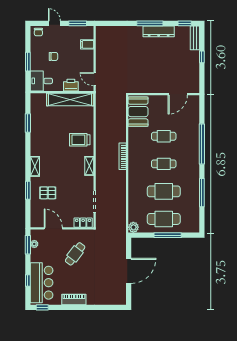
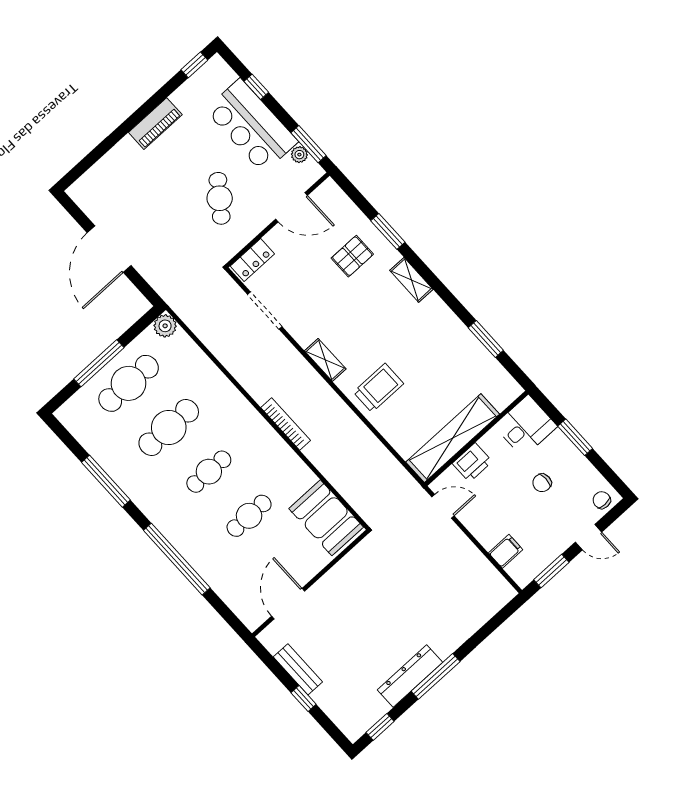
bench: (195, 38) -> (298, 669), moved
bar counter: (42, 283) -> (252, 126), moved

